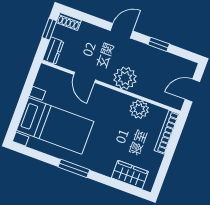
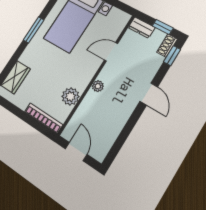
window: (159, 44) -> (172, 56), moved
plant: (125, 78) -> (98, 86), width x0.53, depth x0.53

